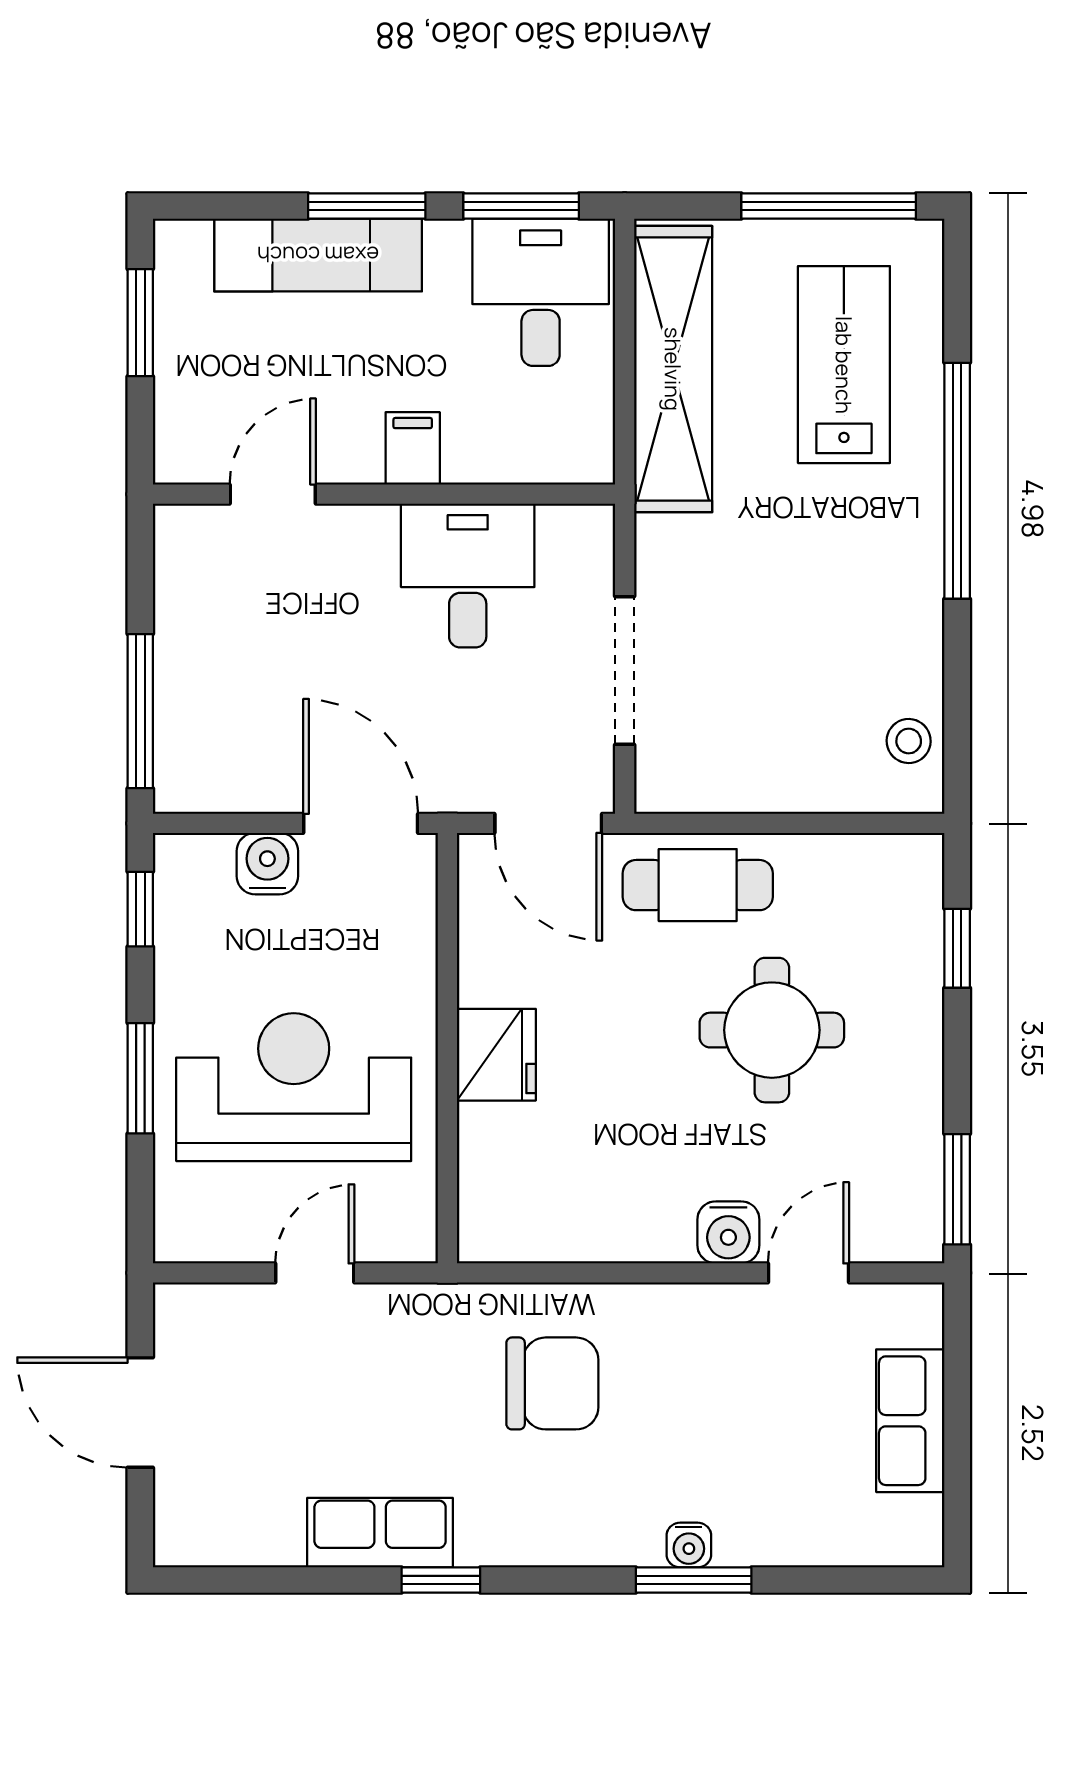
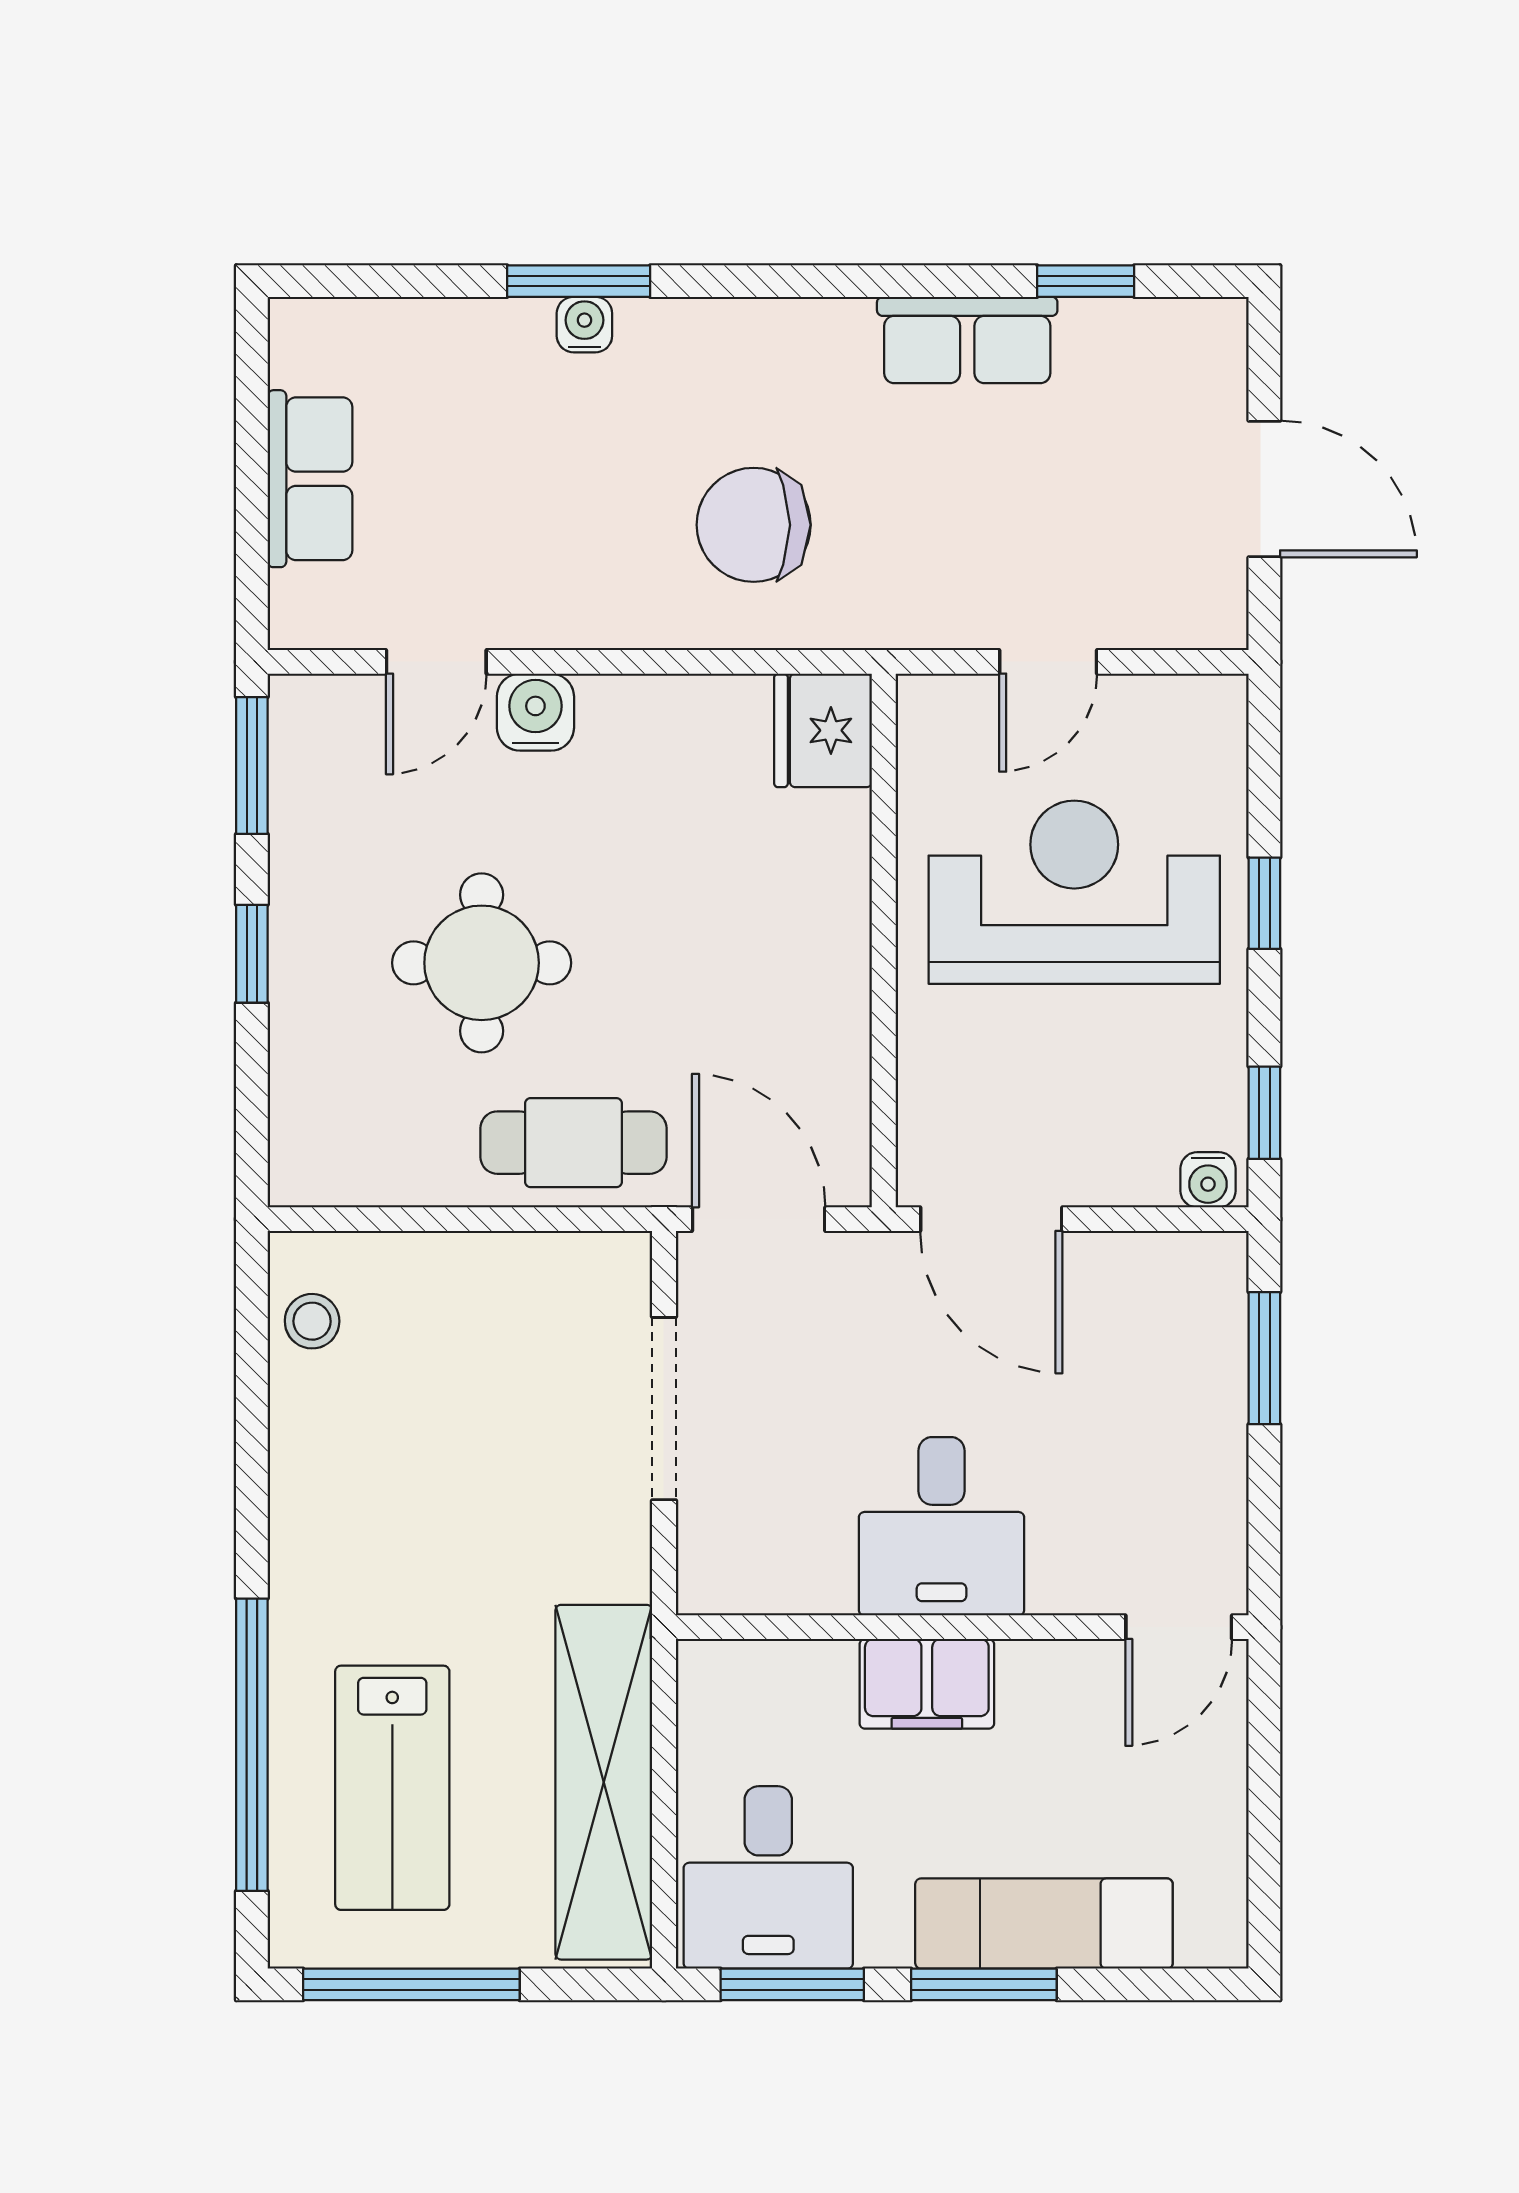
window: (140, 323) -> (1264, 1840), removed
filing cabinet: (413, 448) -> (927, 1684), width x2.00
window: (957, 481) -> (252, 1745), moved
door: (273, 494) -> (1179, 1627), moved
desk: (468, 576) -> (942, 1526), moved
window: (140, 711) -> (1264, 1358), width x0.69
water cooler: (267, 864) -> (1208, 1180), moved, width x0.72, depth x0.72
window: (957, 948) -> (252, 954), moved
fridge: (496, 1055) -> (823, 730), moved
window: (140, 1078) -> (1264, 903), width x0.67
reception desk: (294, 1087) -> (1074, 892), turned 180
window: (441, 1580) -> (1086, 281), moved

